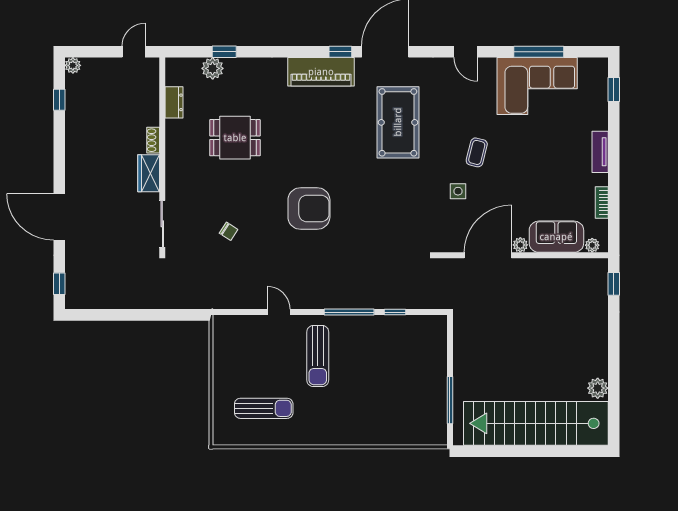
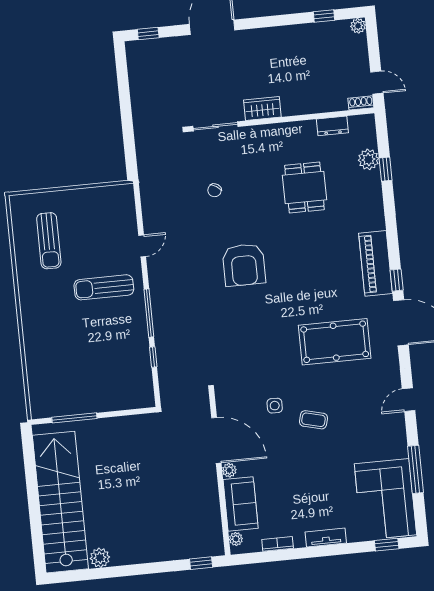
corner sofa: (537, 86) -> (385, 499), moved
shoe rack: (153, 140) -> (361, 103), moved

